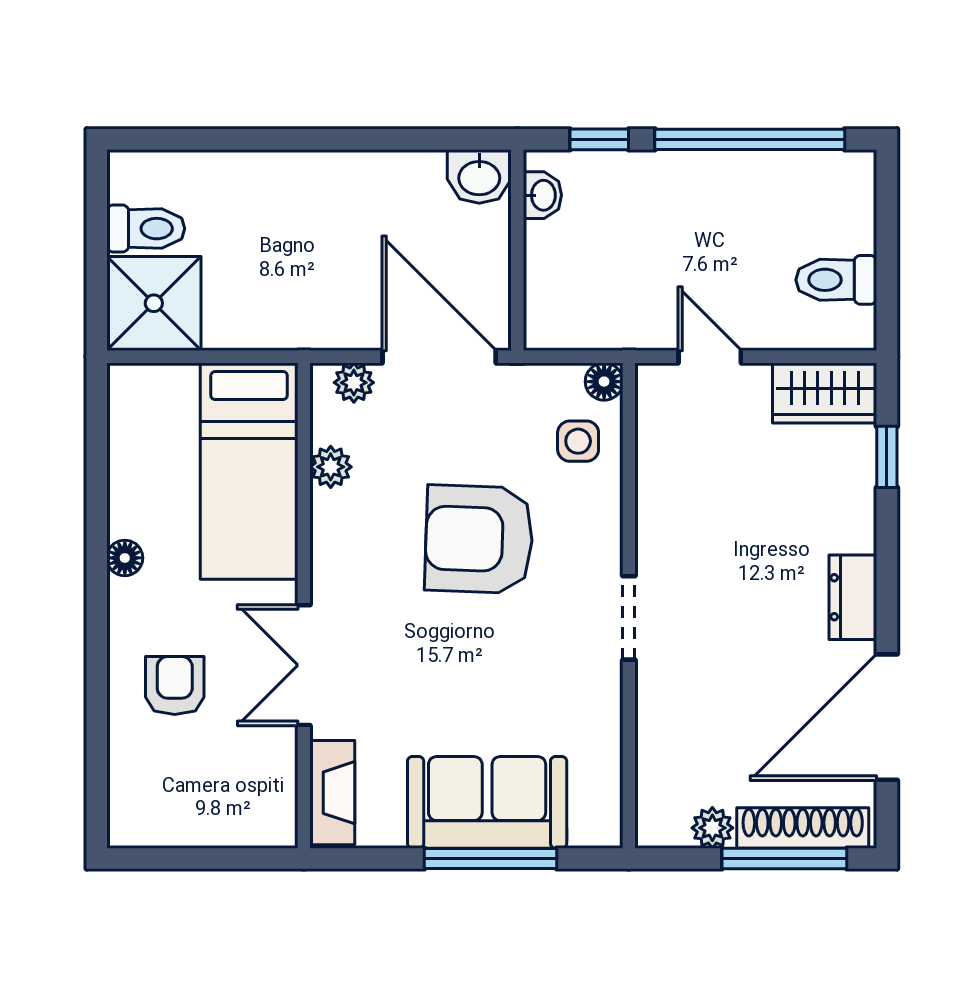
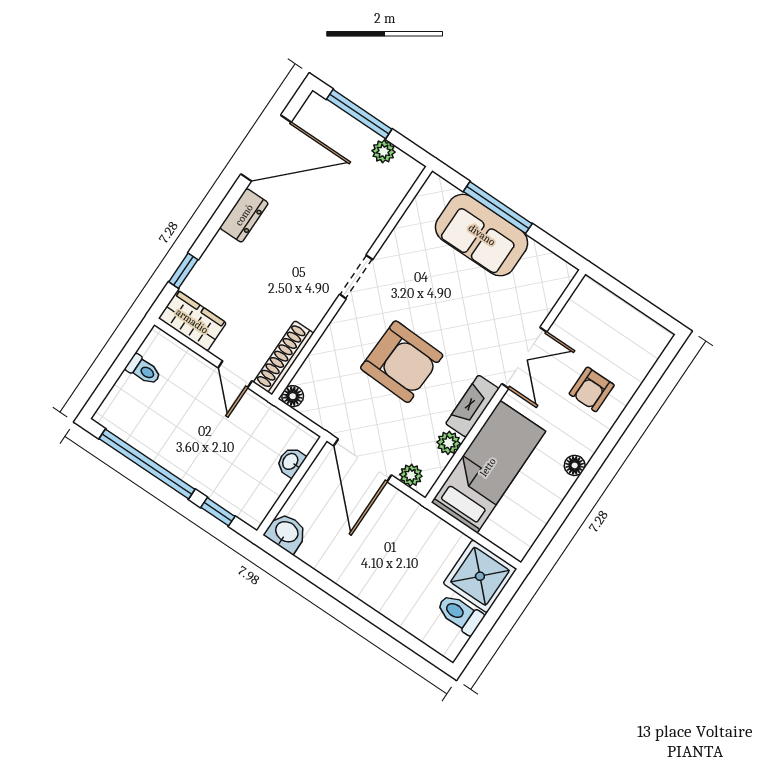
washbasin: (542, 195) -> (291, 462), moved
toilet: (836, 280) -> (143, 370), width x0.73, depth x0.72
side table: (578, 441) -> (324, 376), removed
fireplace: (332, 793) -> (472, 406), moved
shoe rack: (803, 828) -> (283, 358), moved, turned 90

